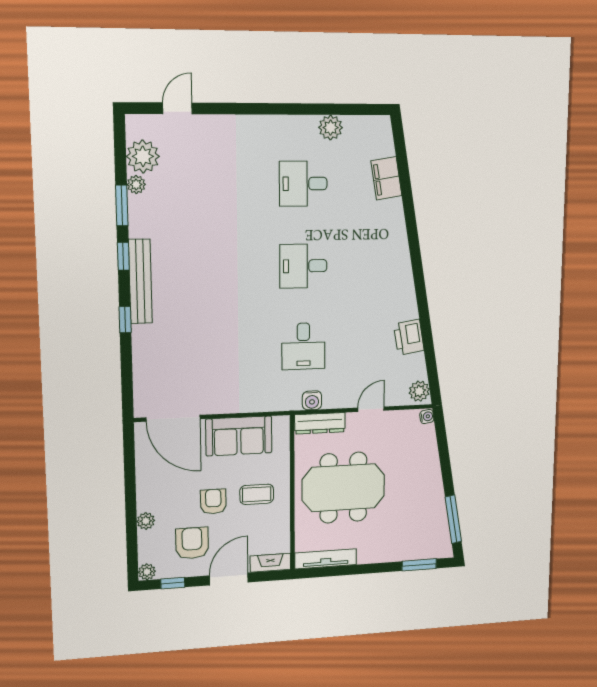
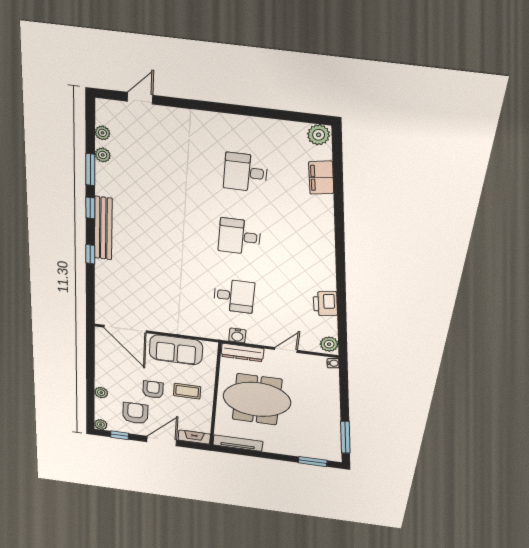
plant: (331, 128) -> (319, 135), moved
plant: (143, 156) -> (102, 133), width x0.53, depth x0.53
desk: (303, 346) -> (234, 296), turned -90

